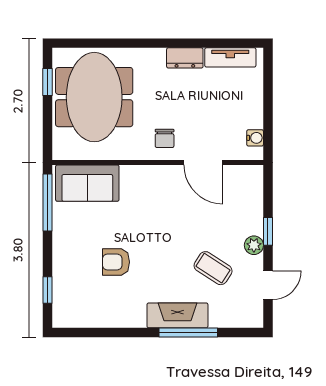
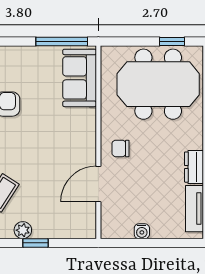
water cooler: (255, 138) -> (142, 231), moved

